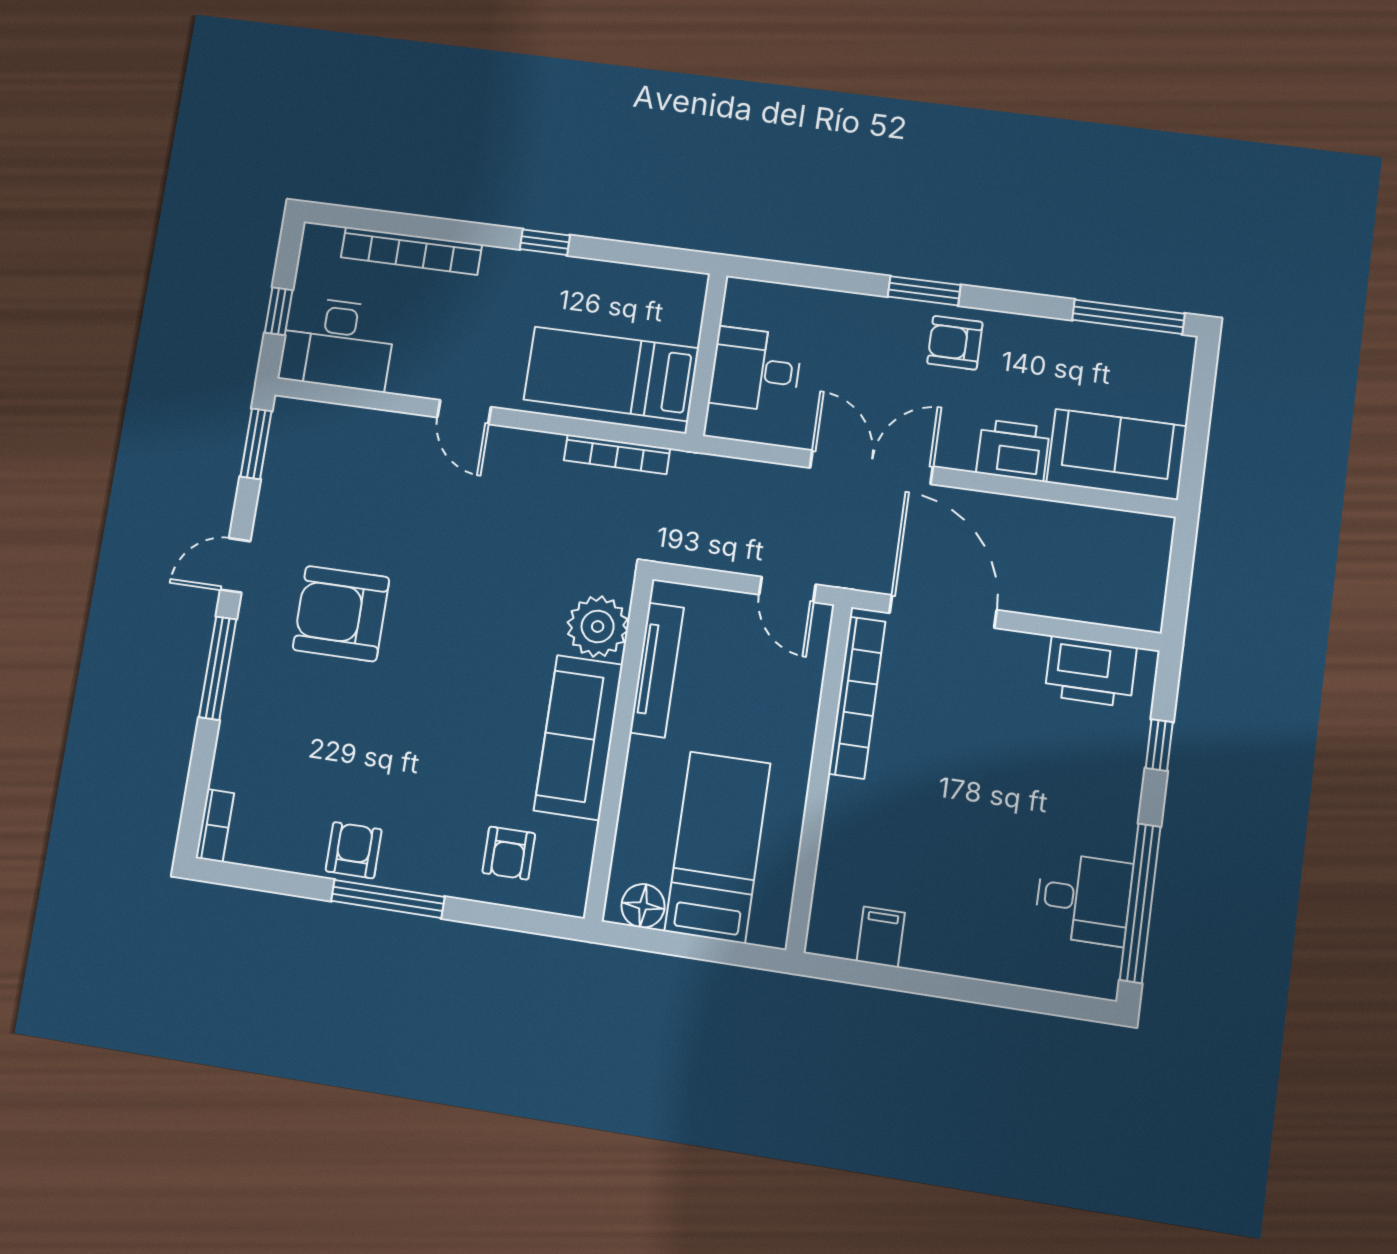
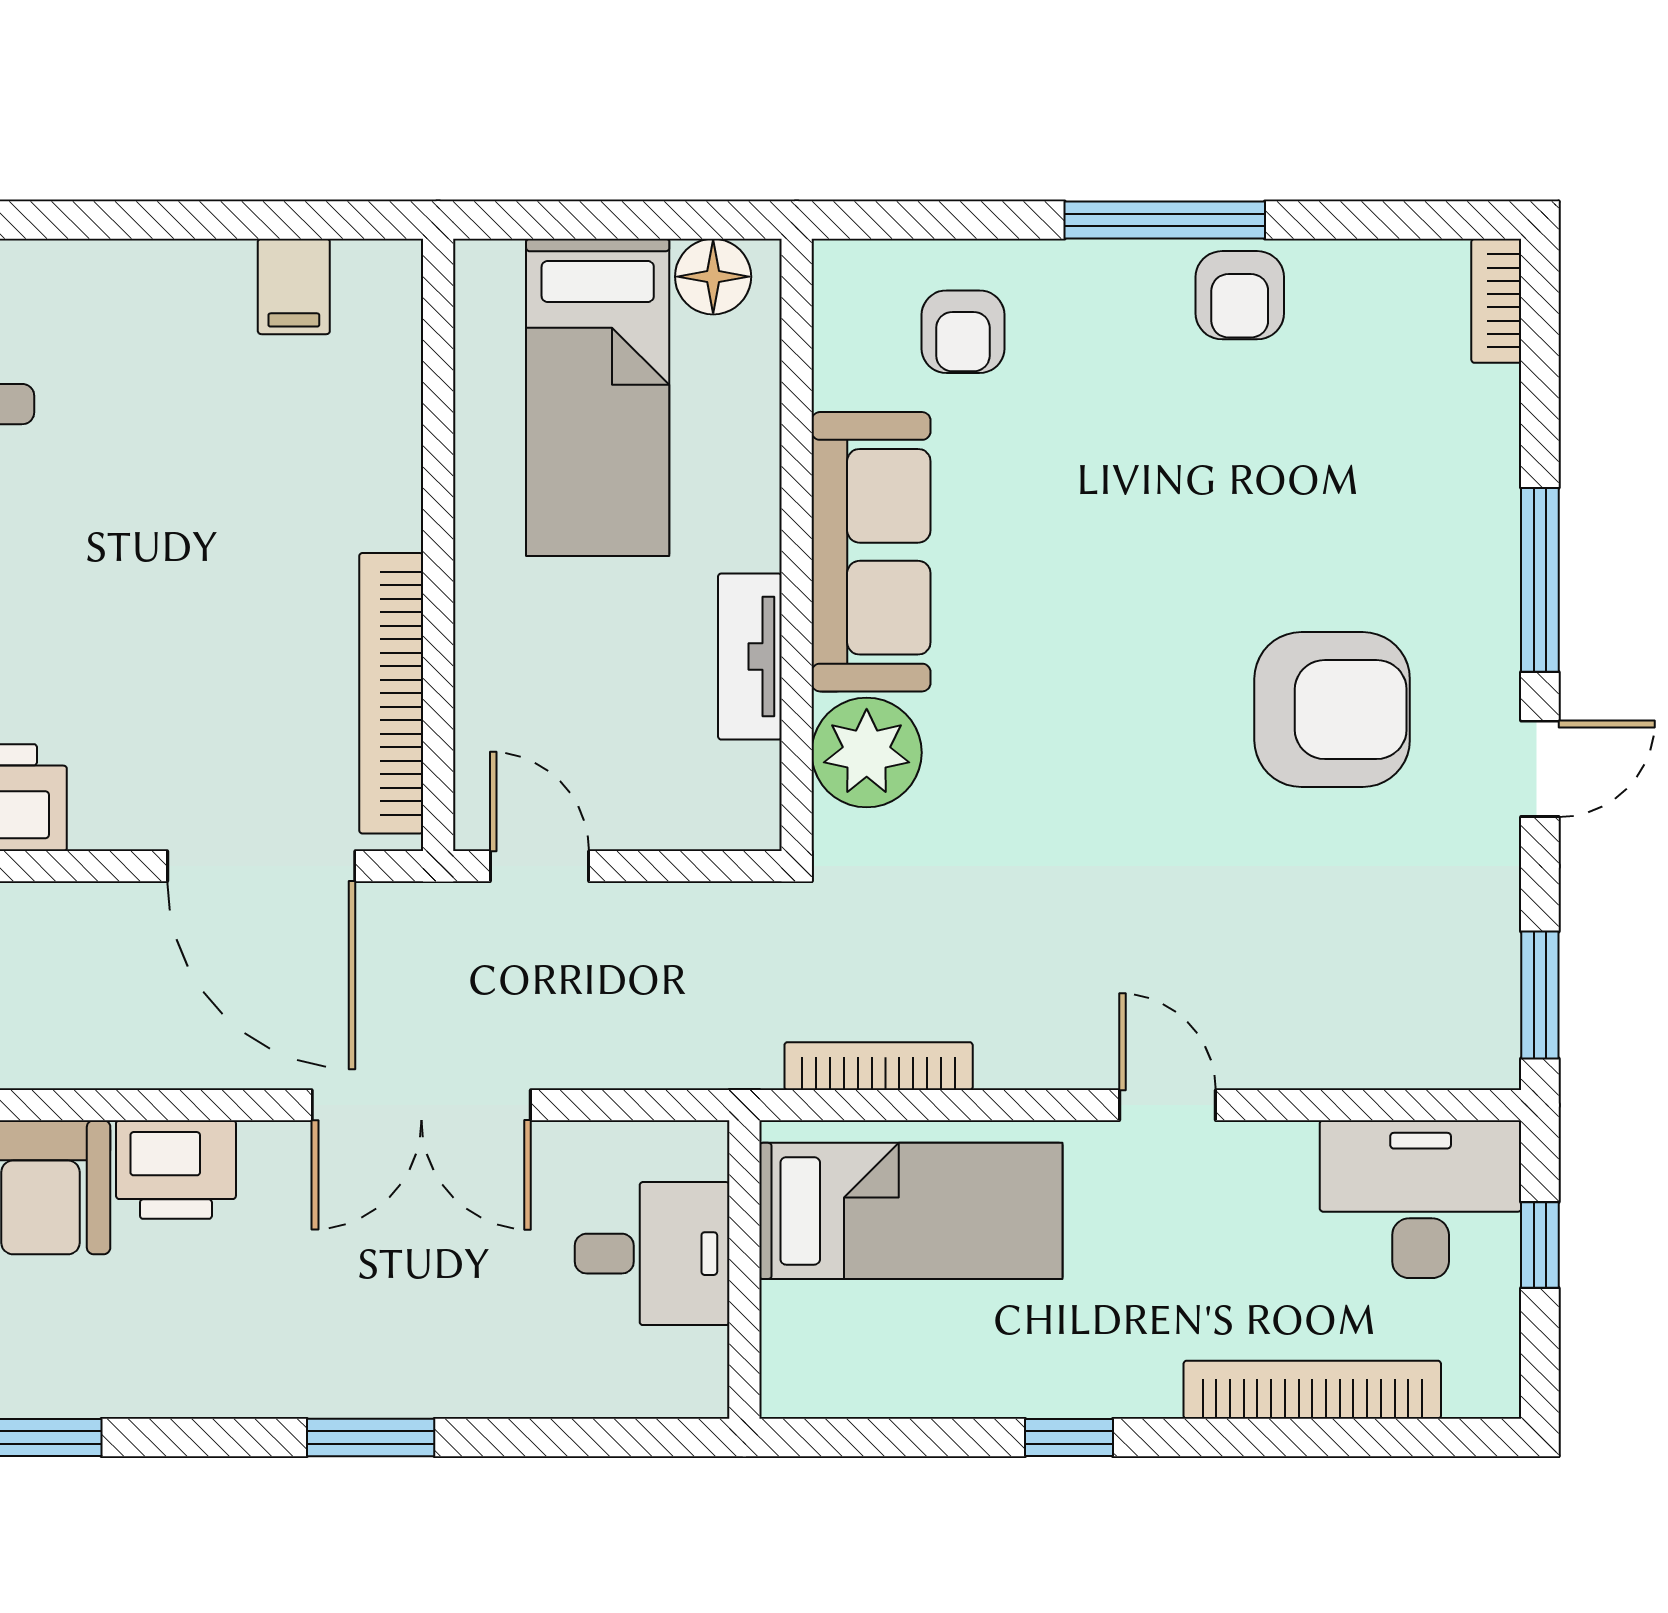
armchair: (955, 343) -> (303, 1350), removed
tv unit: (657, 670) -> (750, 657), width x0.71
armchair: (509, 853) -> (963, 332), turned 180

